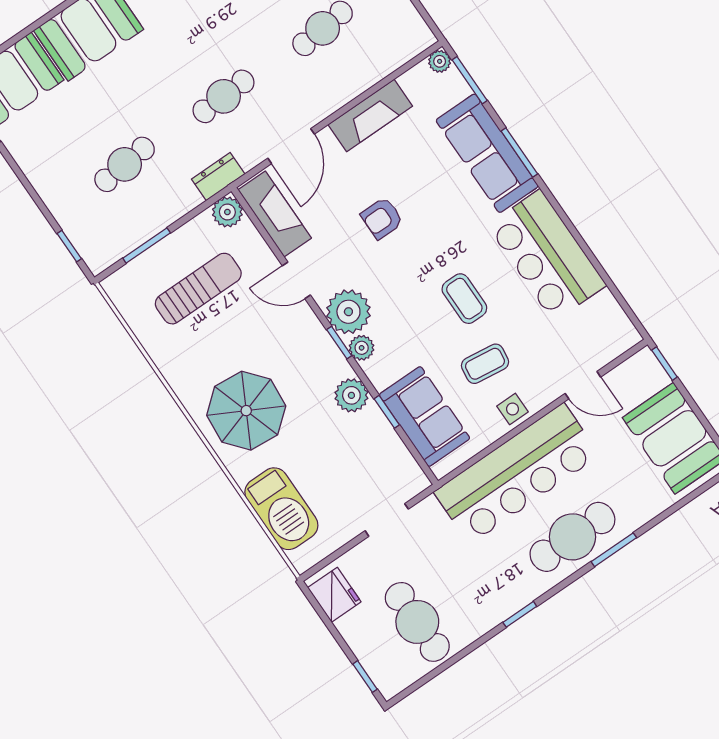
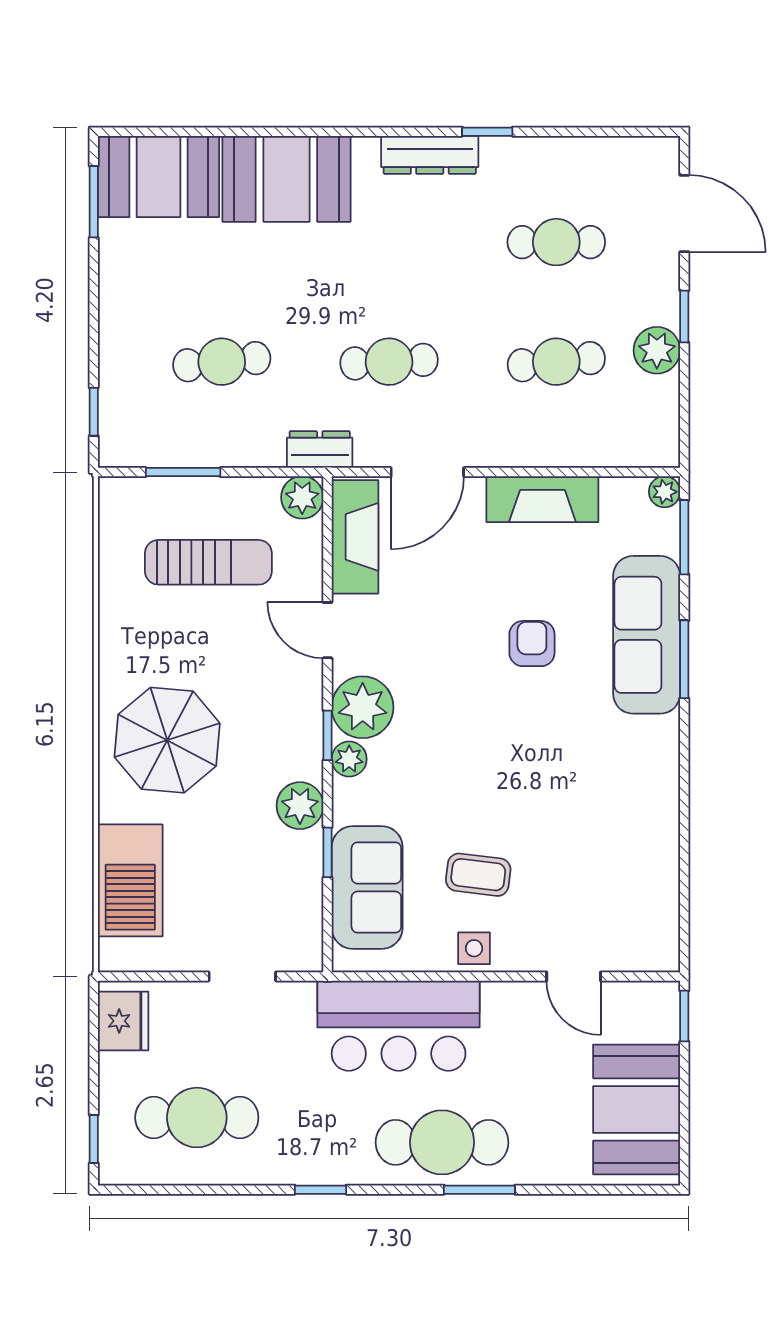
armchair: (382, 218) -> (532, 644), moved, turned 90
bar counter: (547, 255) -> (635, 799), removed
coffee table: (464, 299) -> (506, 784), removed
bar counter: (517, 473) -> (399, 1026), width x0.73
cafe table: (417, 622) -> (197, 1118), turned 90

